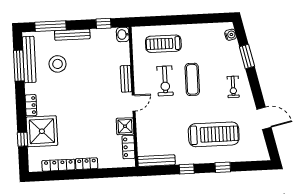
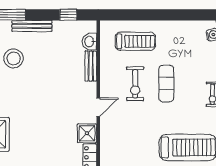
washbasin: (123, 35) -> (90, 42), moved
treadmill: (163, 44) -> (135, 41), turned 180
bench: (126, 79) -> (91, 66), moved

